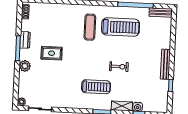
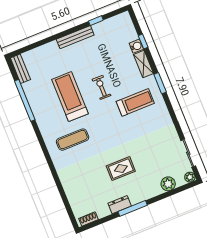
treadmill: (121, 27) -> (70, 97), moved
rug: (52, 53) -> (121, 169), turned 90
plant: (25, 66) -> (168, 184), moved
treadmill: (96, 87) -> (135, 102), turned 90

